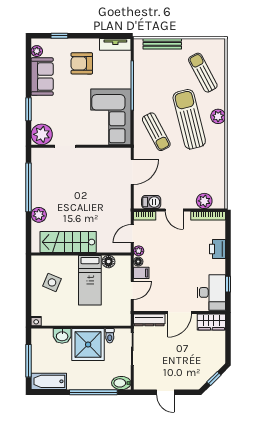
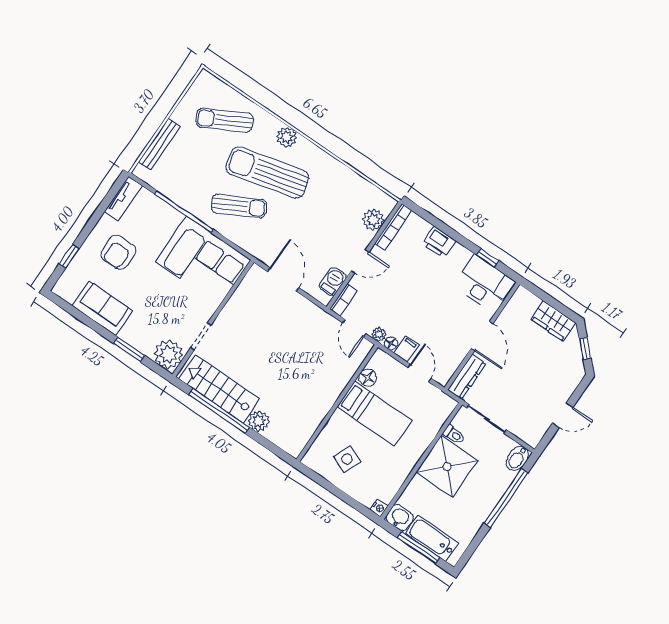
plant: (37, 51) -> (69, 294), removed
sun lounger: (156, 132) -> (239, 206), moved
stairs: (68, 242) -> (219, 389), moved, turned 90
wardrobe: (211, 322) -> (553, 321), moved, turned 90
washbasin: (62, 336) -> (400, 518), moved, turned -90
bathtub: (49, 381) -> (432, 538), moved, turned 90

